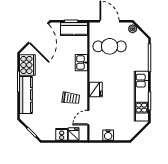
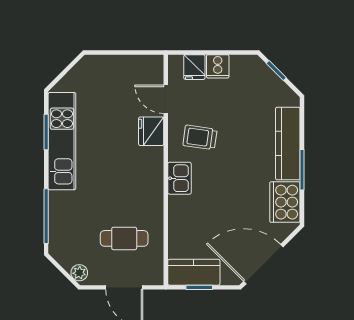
door: (38, 33) -> (263, 264), hinge flipped
cafe table: (110, 46) -> (124, 238), width x0.73, depth x0.74
kitchen sink: (81, 63) -> (179, 178), moved
fridge: (96, 89) -> (151, 131), moved
door: (88, 118) -> (166, 99), swing flipped
water cooler: (108, 135) -> (127, 65), removed

